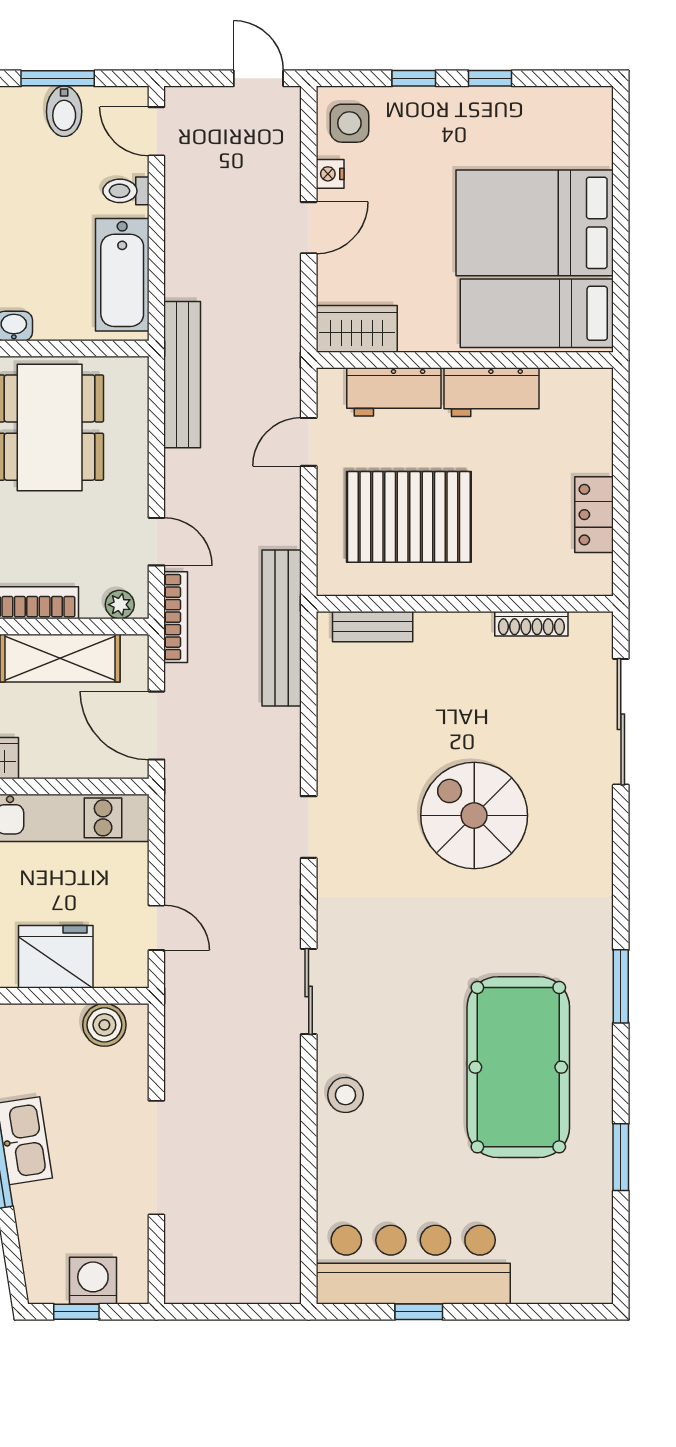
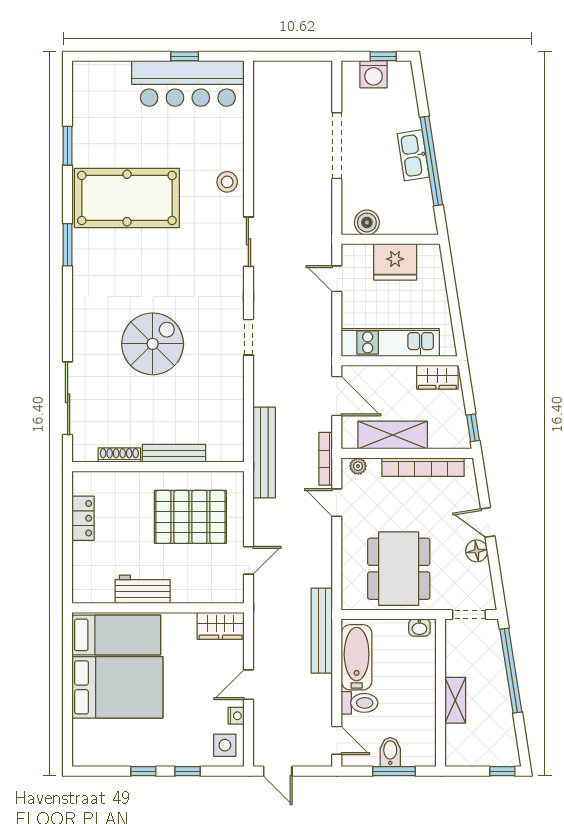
toilet: (126, 191) -> (360, 703), width x1.37, depth x1.39
bench: (182, 375) -> (322, 631), moved
workbench: (394, 392) -> (199, 589), removed
bench: (373, 627) -> (174, 453), moved, width x1.36
spiral stairs: (474, 815) -> (153, 344), turned -90
pool table: (518, 1067) -> (127, 198), turned 90

